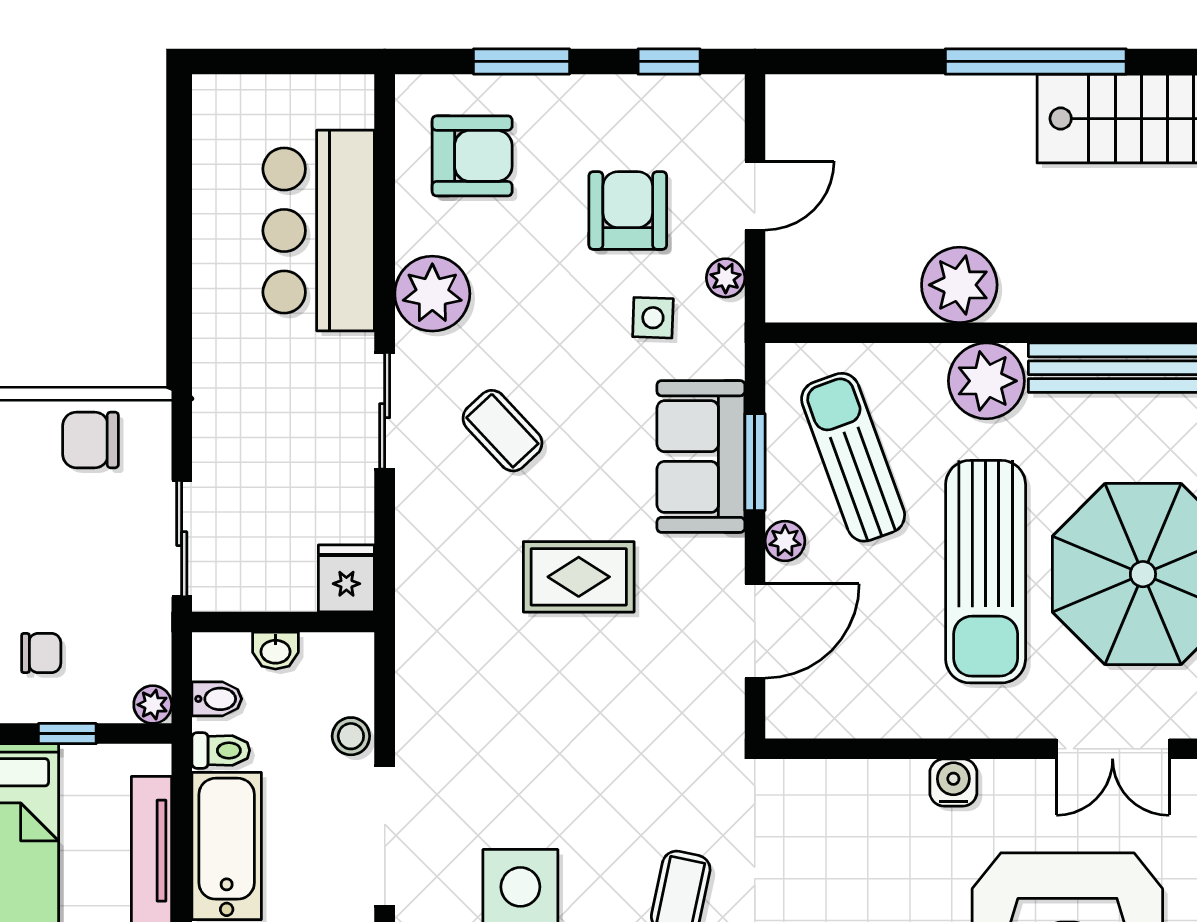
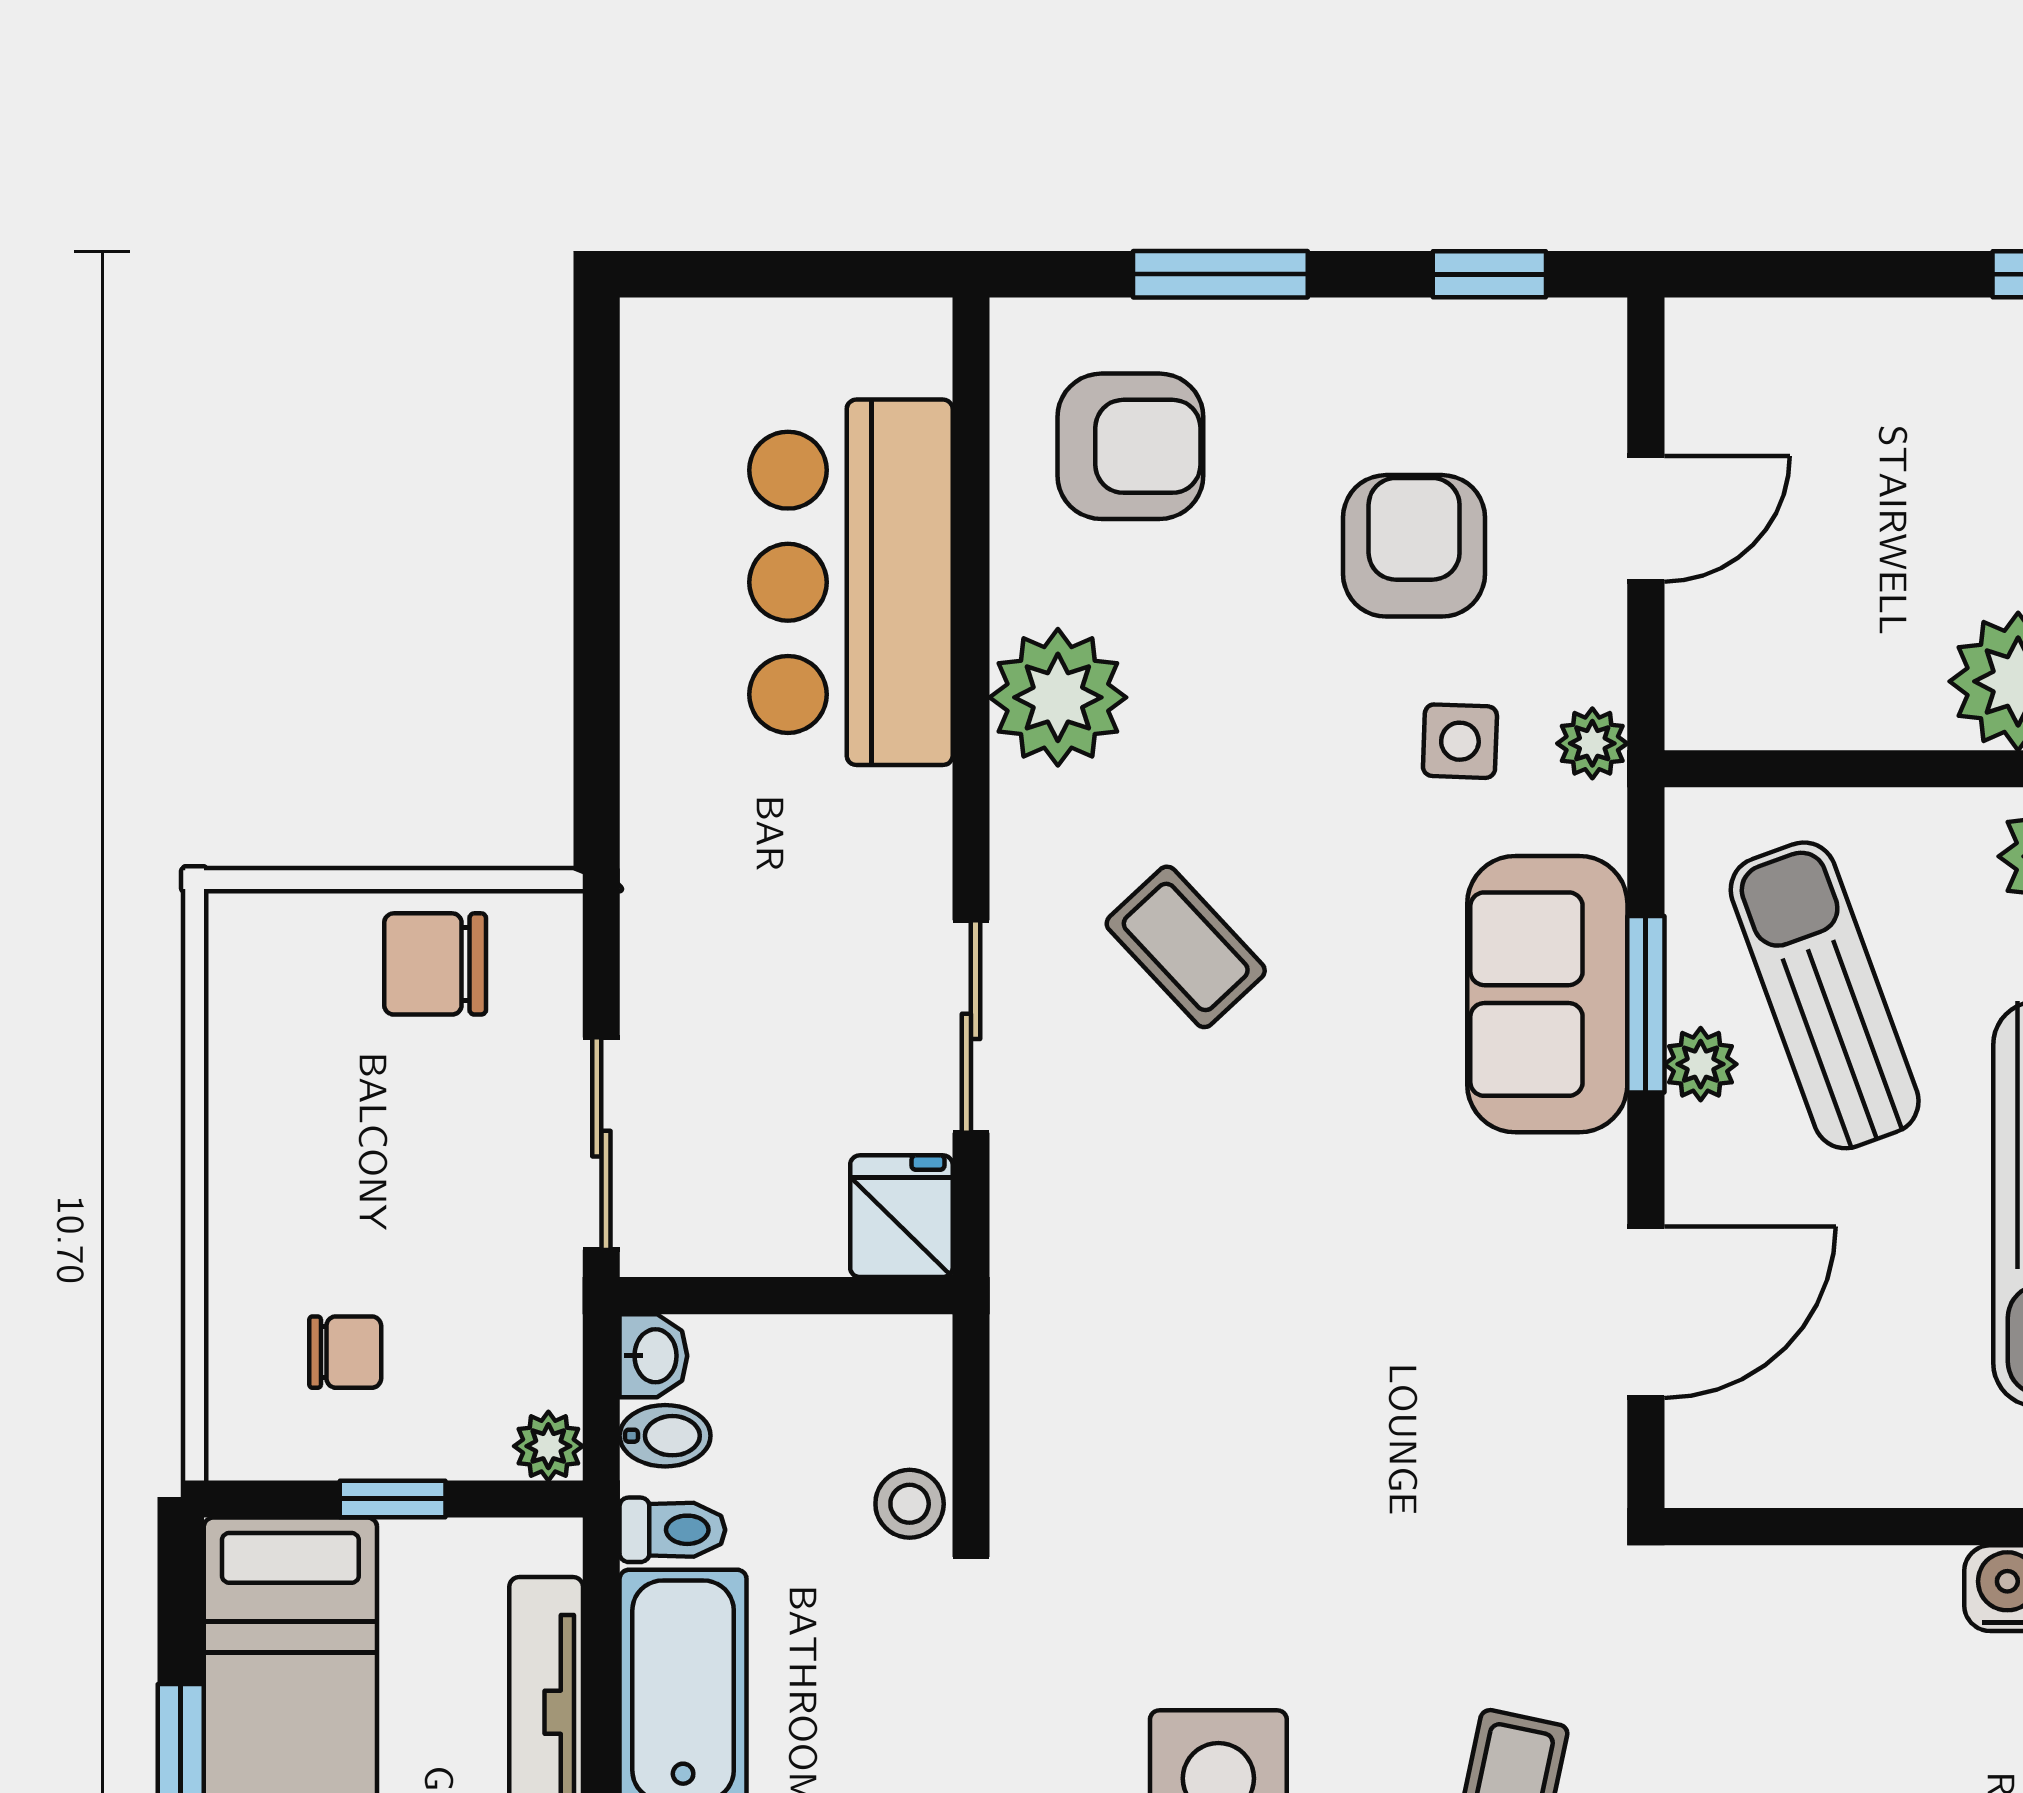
plant: (726, 278) -> (1592, 743), moved
sliding door: (385, 411) -> (971, 1026), moved
plant: (785, 541) -> (1701, 1064), moved
rug: (579, 577) -> (1325, 1213), removed
washbasin: (275, 651) -> (653, 1356), moved, turned -90

